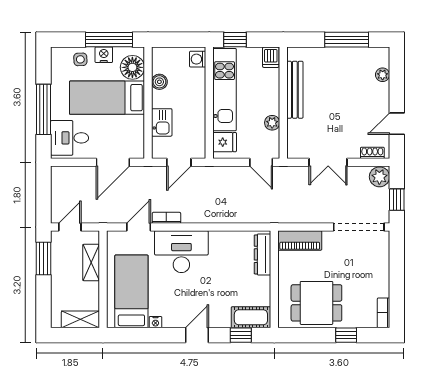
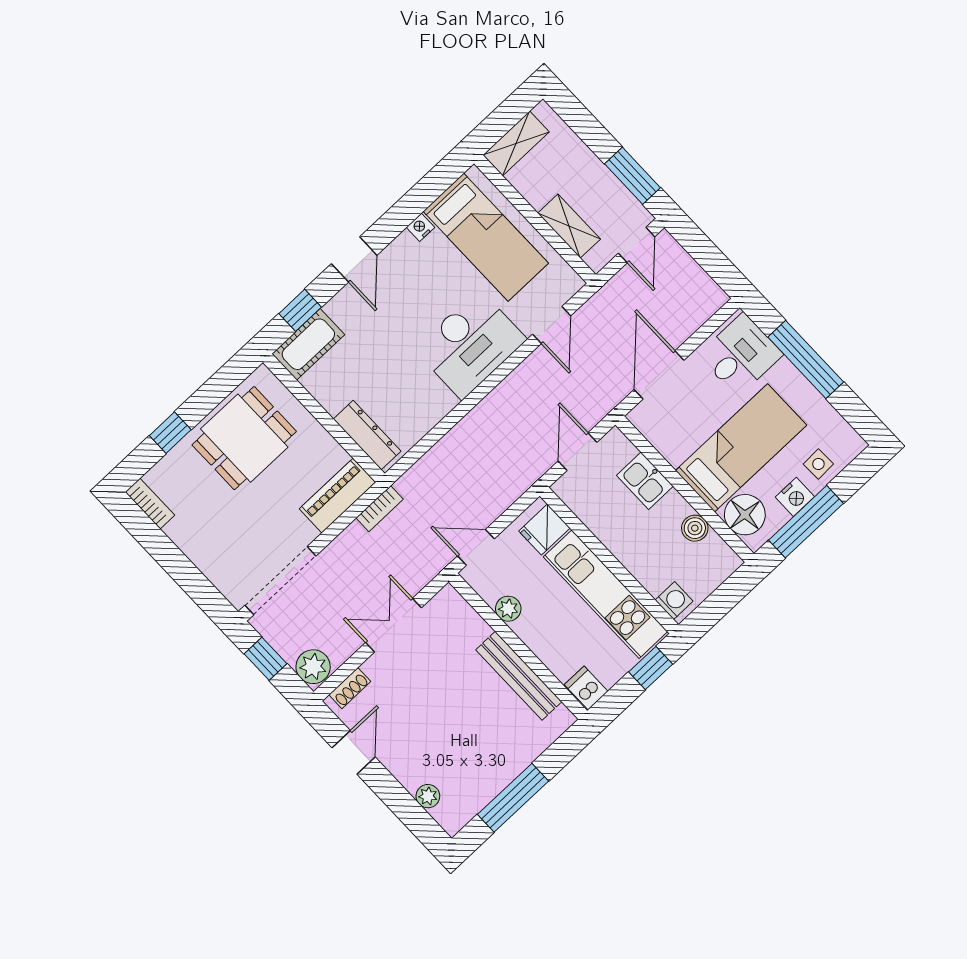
bookcase: (166, 218) -> (380, 509), moved

